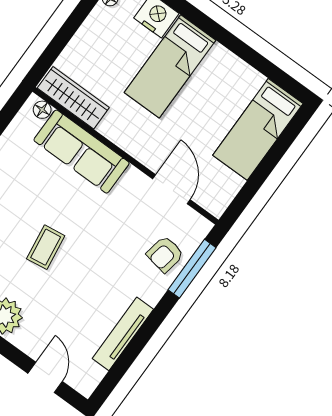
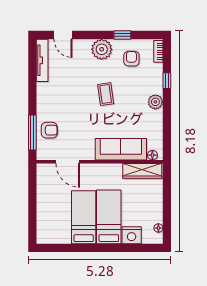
bed: (258, 129) -> (84, 217), moved
armchair: (165, 254) -> (49, 130), turned 80
tv unit: (123, 334) -> (42, 60), moved

